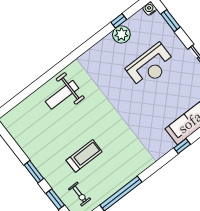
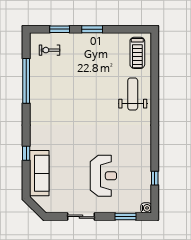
plant: (121, 34) -> (143, 172), removed
reception desk: (151, 66) -> (103, 176), turned 180
treadmill: (84, 156) -> (137, 53), moved

